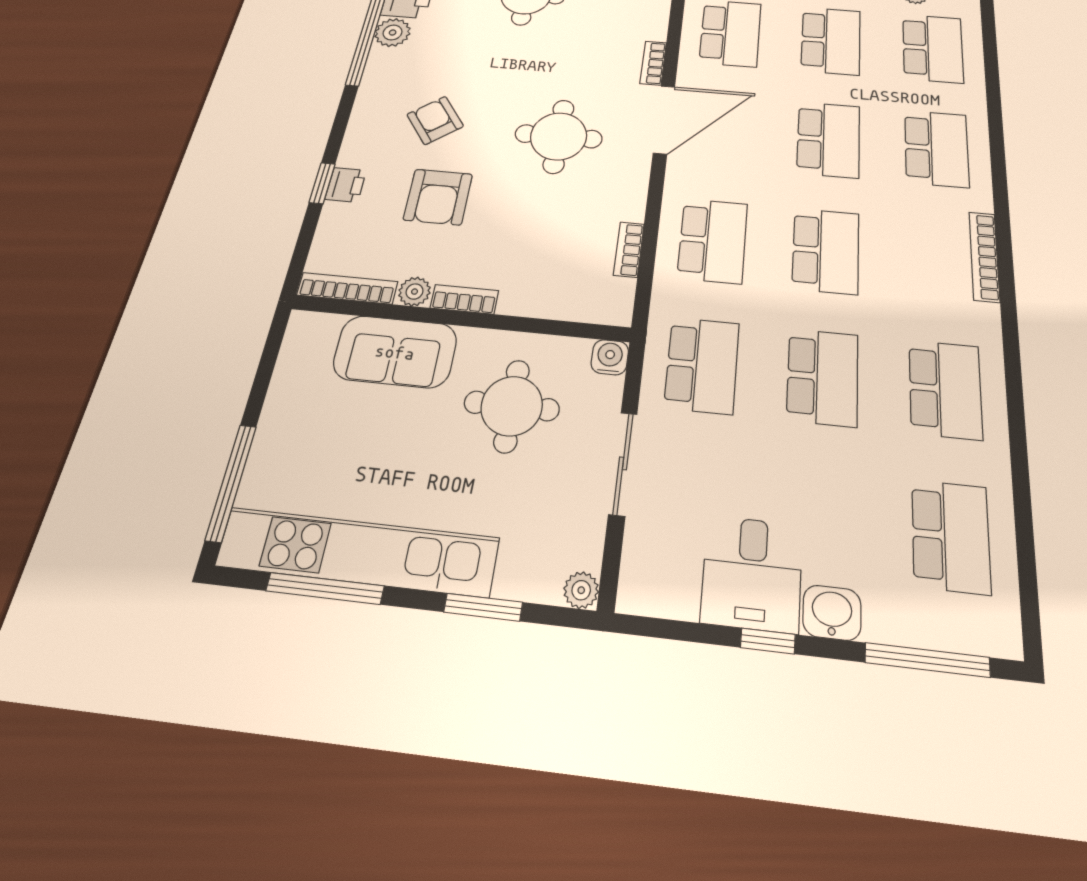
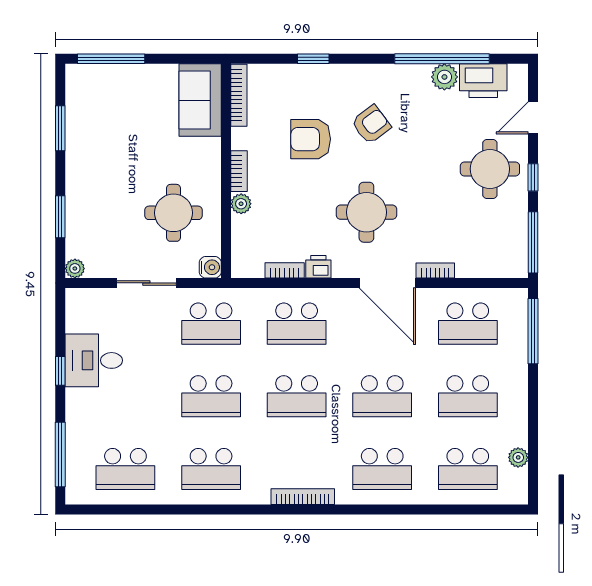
printer: (346, 185) -> (318, 267), moved, turned 180
plant: (415, 292) -> (241, 204), moved
sofa: (395, 352) -> (200, 100), moved
kitchen unit: (357, 552) -> (81, 141), removed
window: (325, 588) -> (60, 128), width x0.69
washbasin: (832, 613) -> (78, 404), removed

